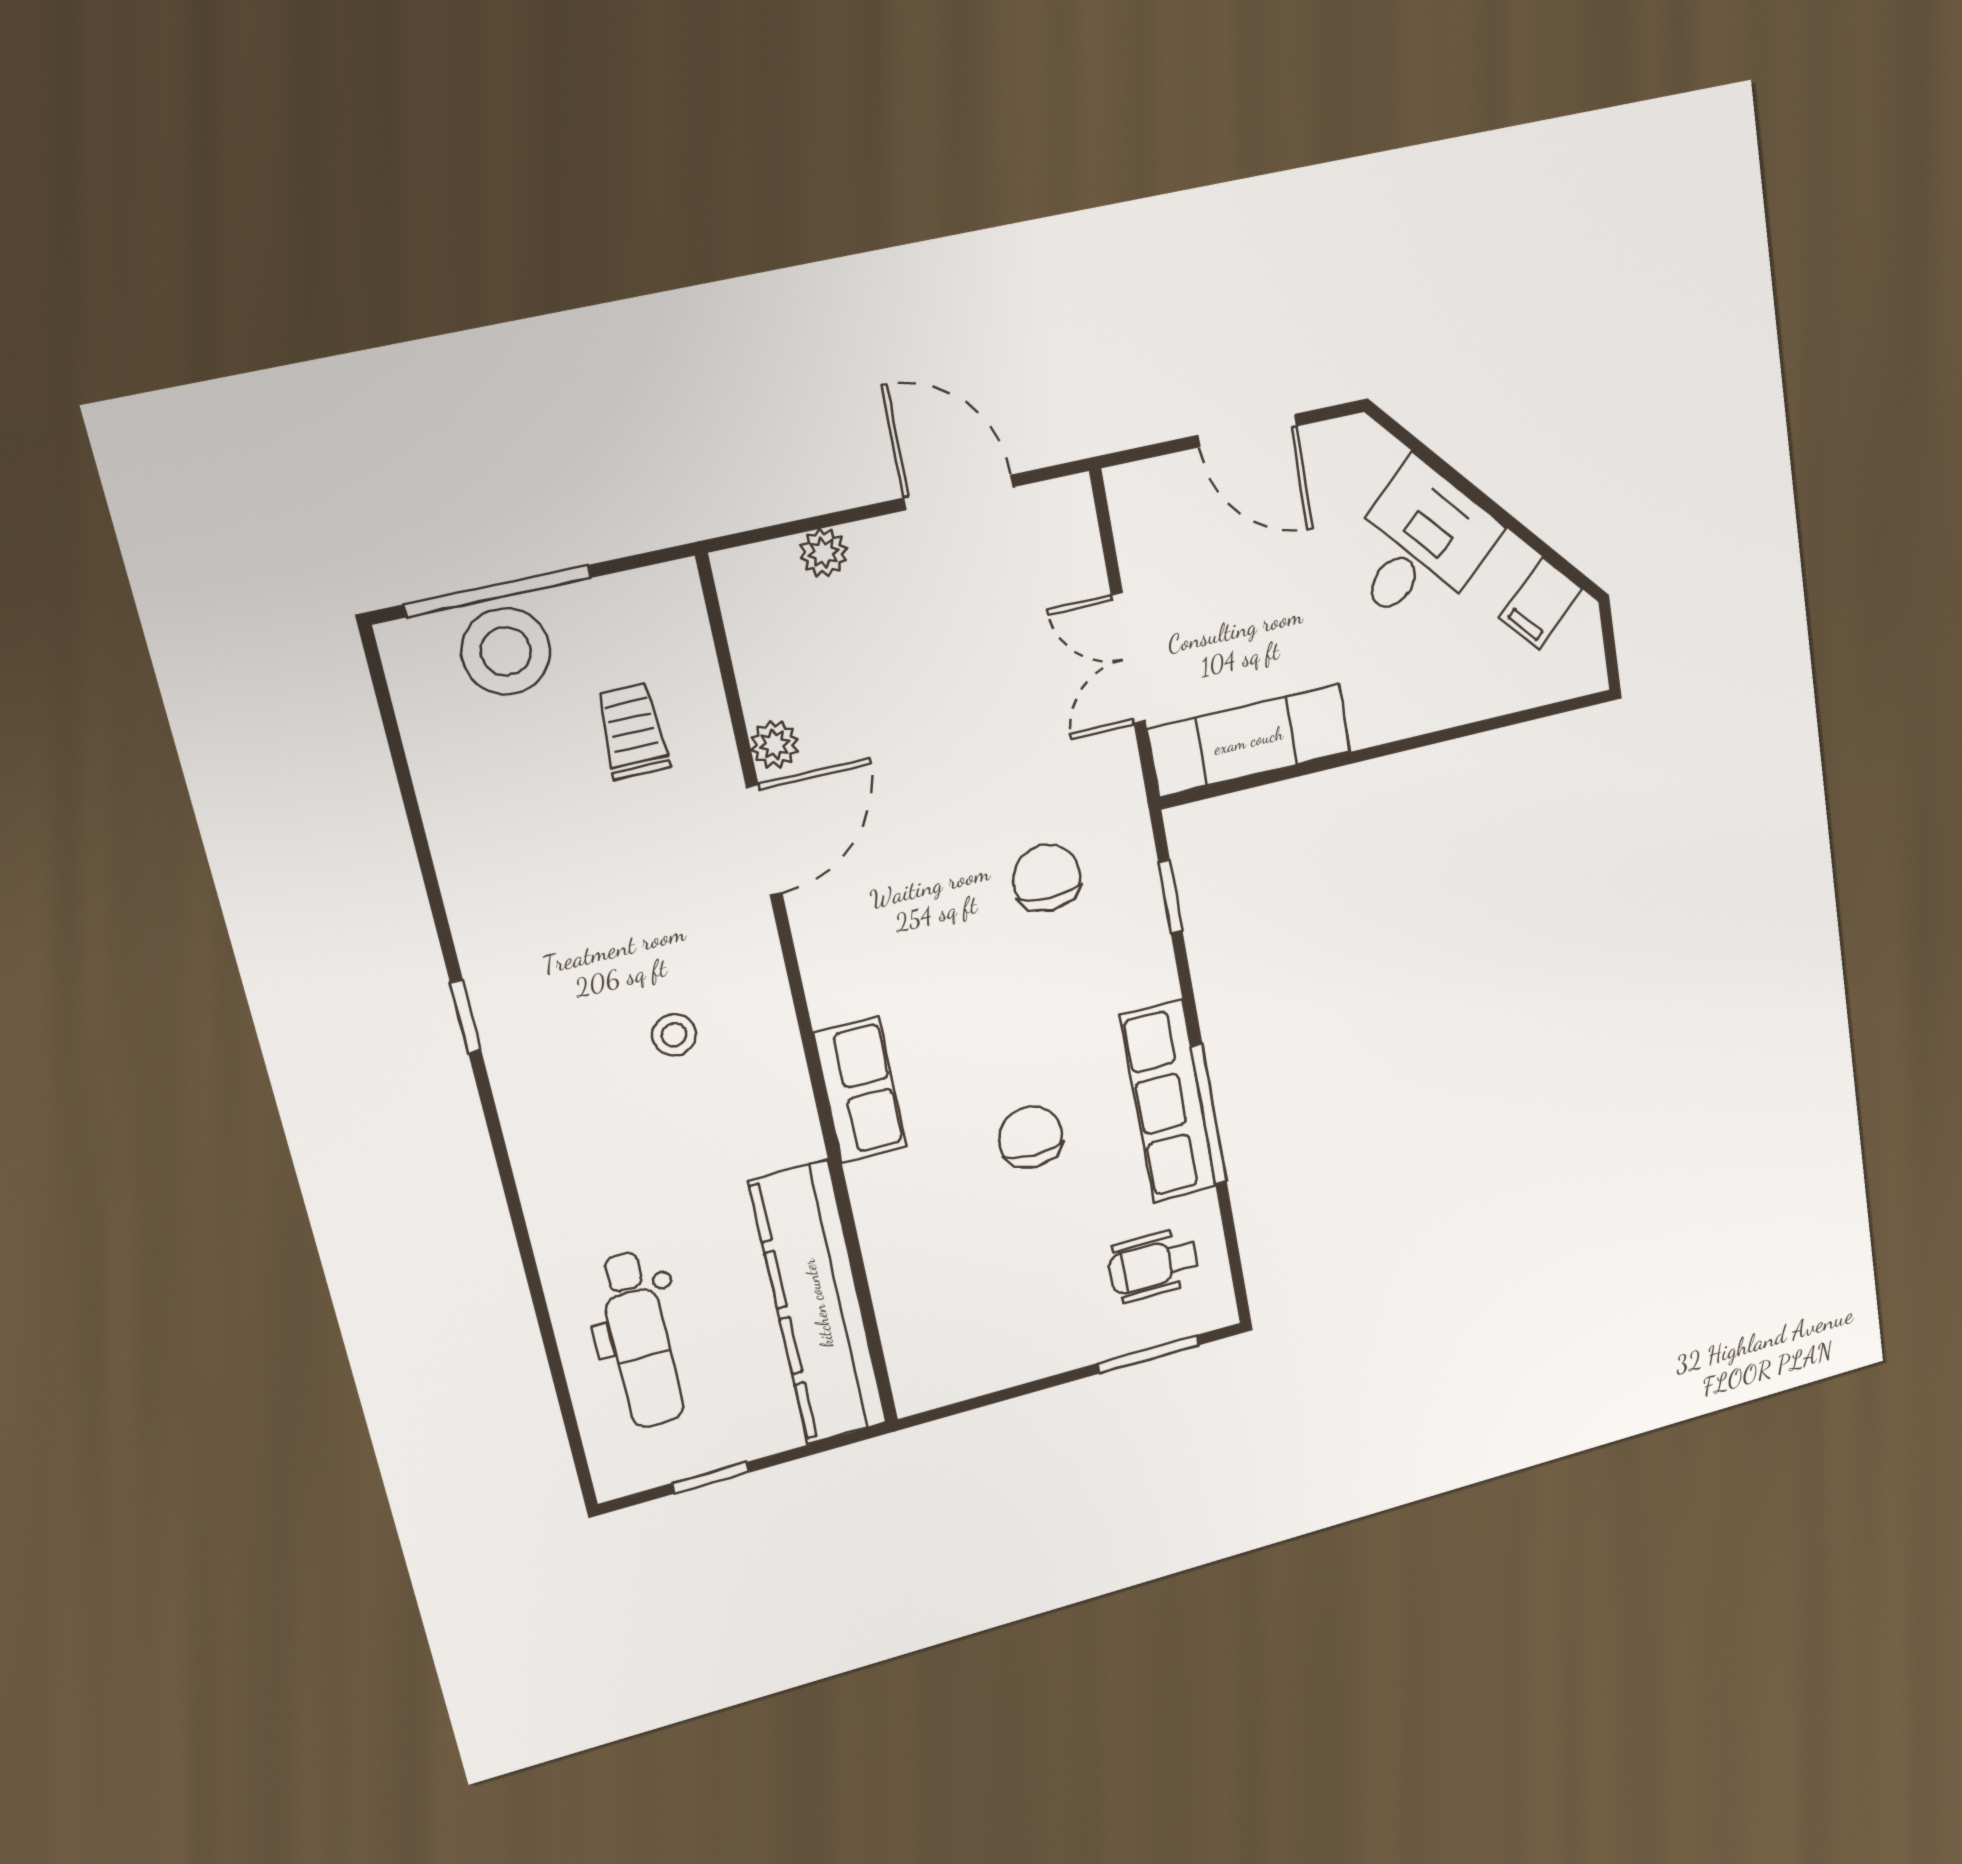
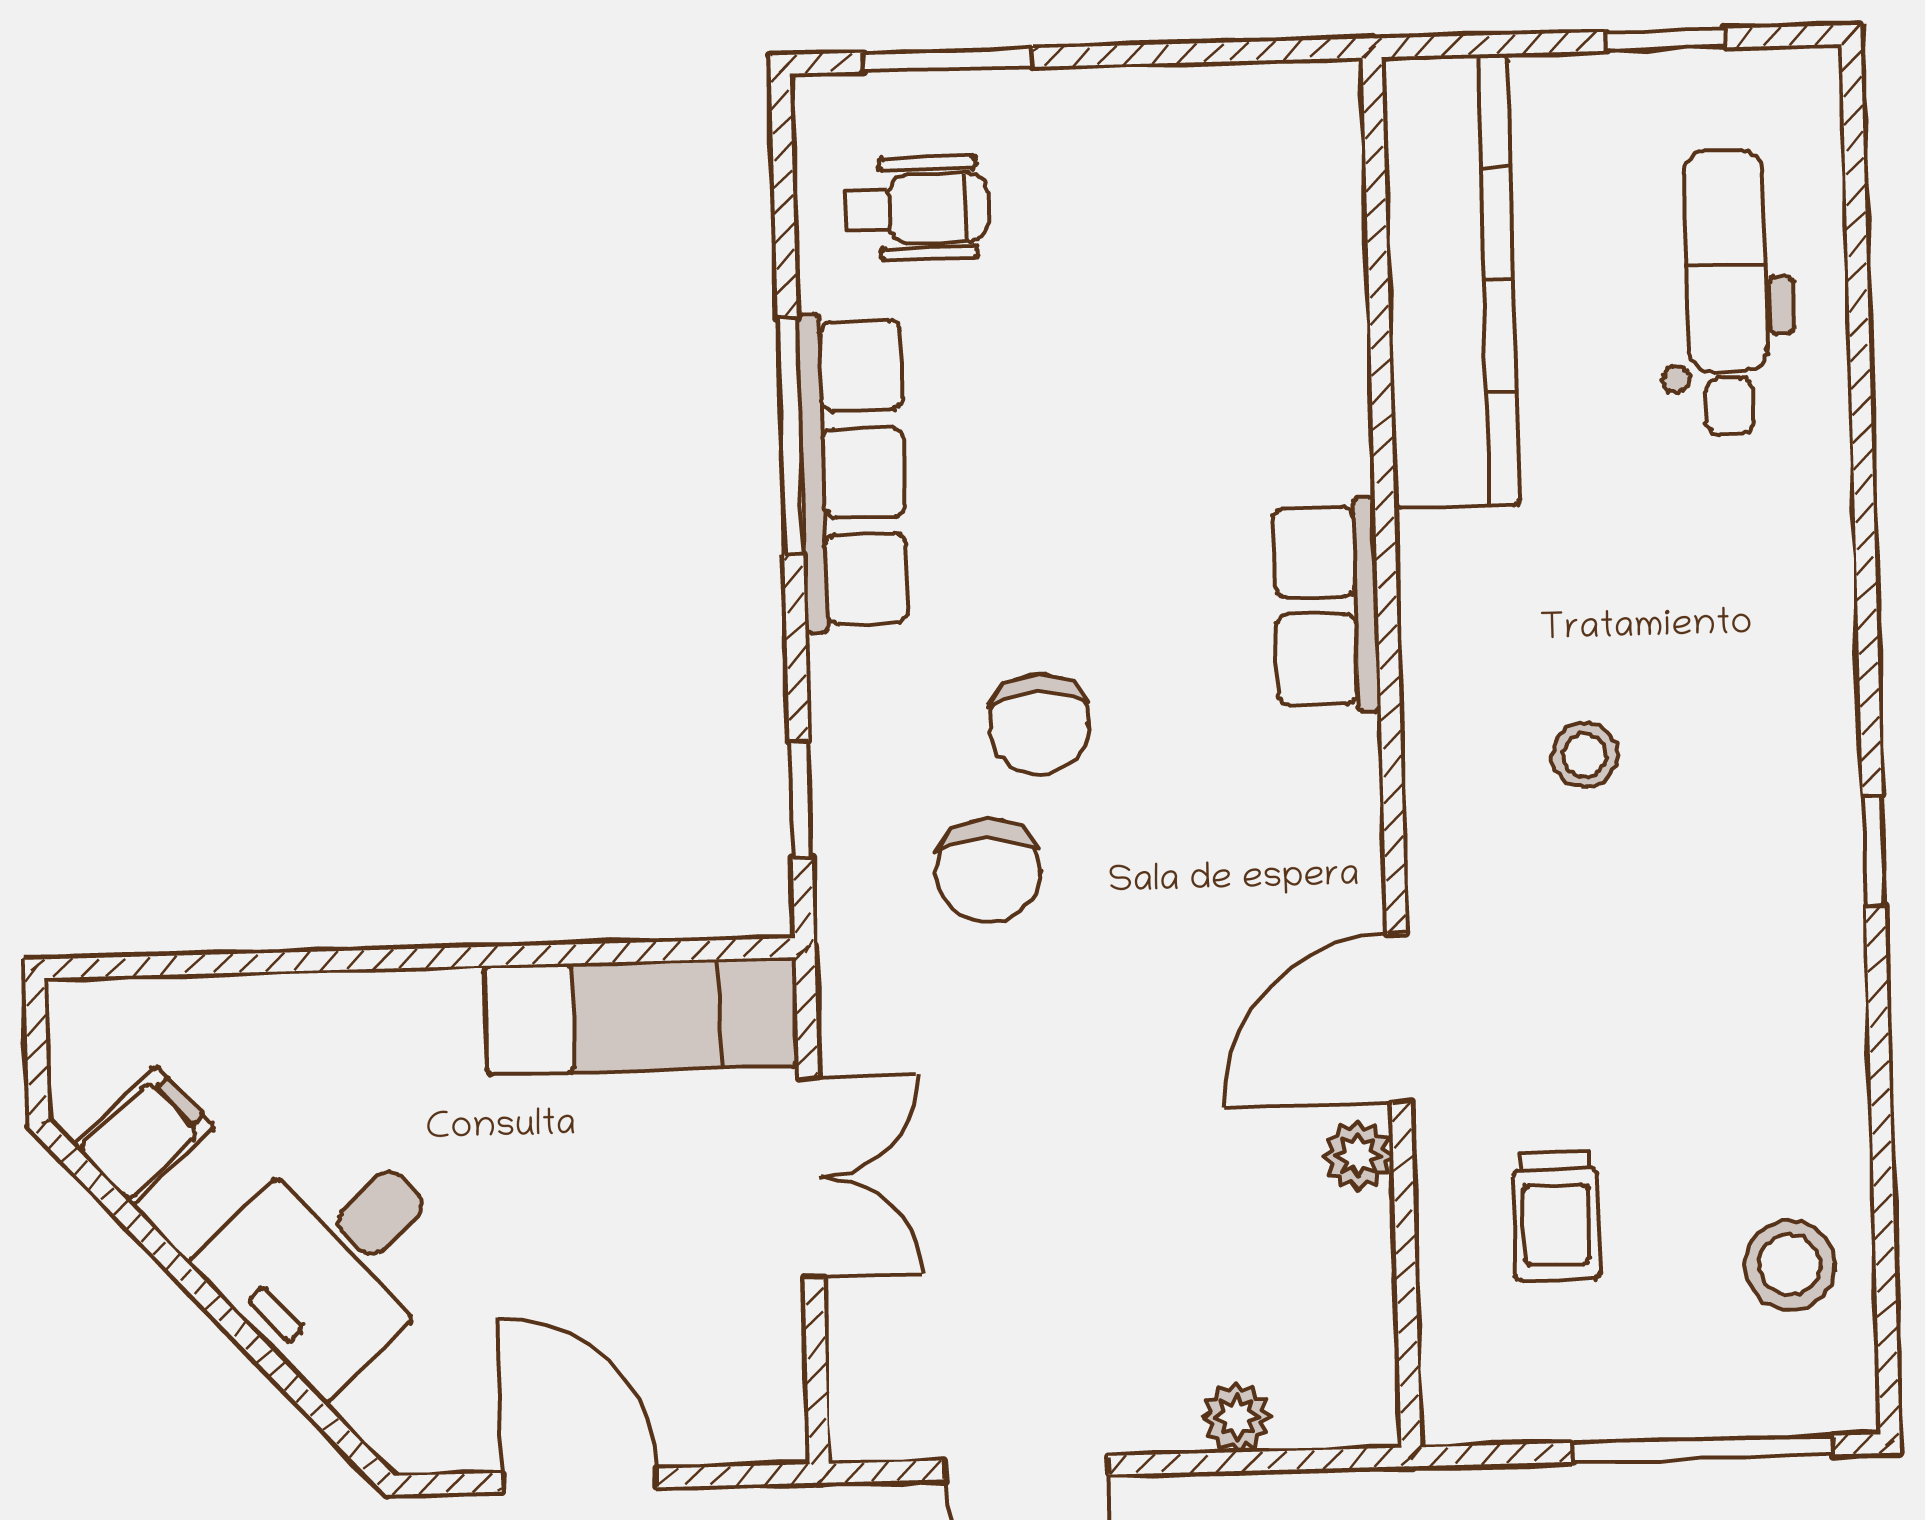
stool: (506, 651) -> (1790, 1265), moved, width x0.73, depth x0.73
chair: (1031, 1137) -> (1039, 724), moved

